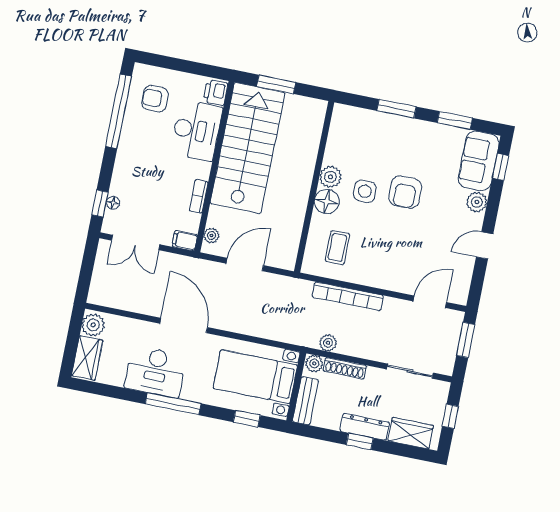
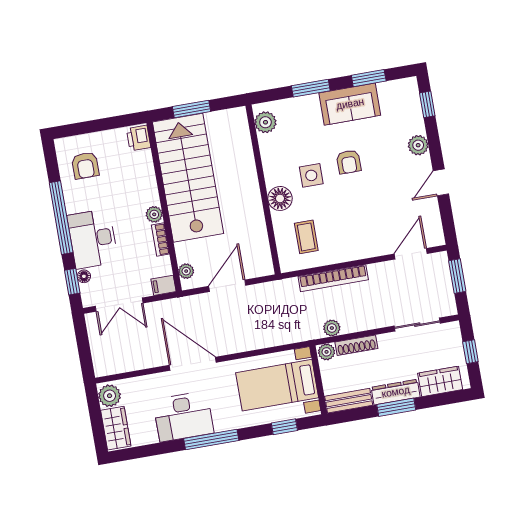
armchair: (155, 99) -> (85, 165), turned -90
window: (119, 111) -> (61, 218), moved
desk: (196, 130) -> (93, 239), moved, turned 180
sofa: (479, 161) -> (350, 104), moved, turned -90
plant: (202, 170) -> (154, 214), added
plant: (330, 177) -> (265, 122), moved
armchair: (405, 192) -> (349, 162), width x0.72, depth x0.72
bench: (305, 401) -> (349, 401), moved, turned 90
window: (360, 441) -> (396, 407), width x1.50

